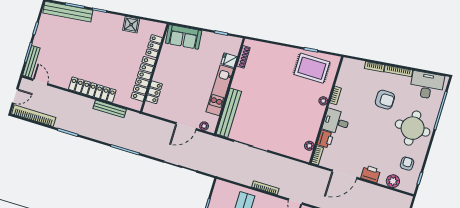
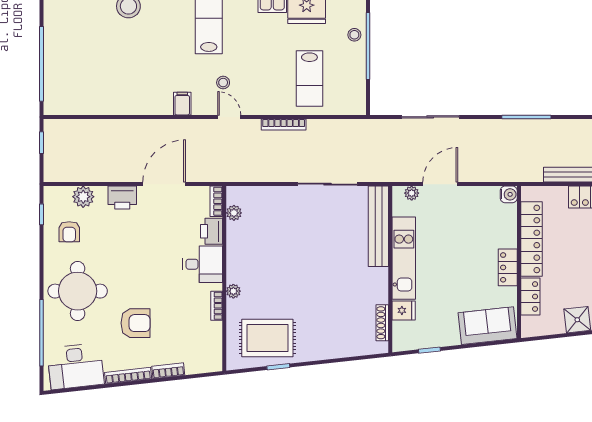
locker: (154, 92) -> (508, 267), moved
armchair: (385, 100) -> (136, 323), turned 180
water cooler: (149, 108) -> (509, 194), added

